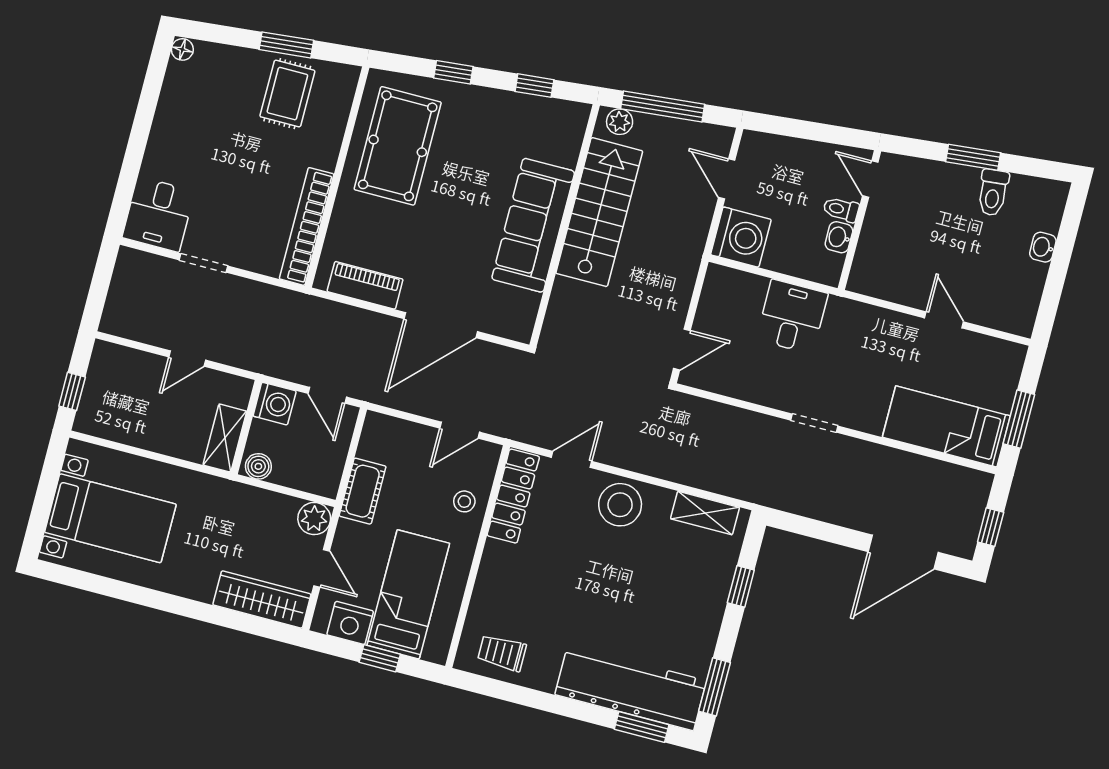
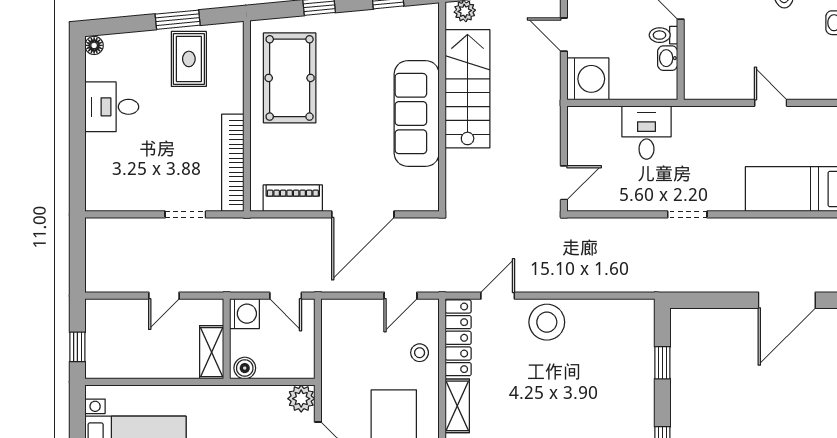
desk: (158, 214) -> (112, 107), moved, turned 90
doorway: (204, 263) -> (185, 214), moved
cot: (363, 491) -> (335, 366), removed
shelving: (705, 513) -> (457, 406), moved, turned 90

